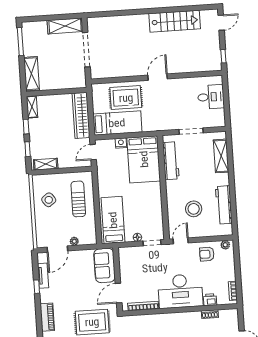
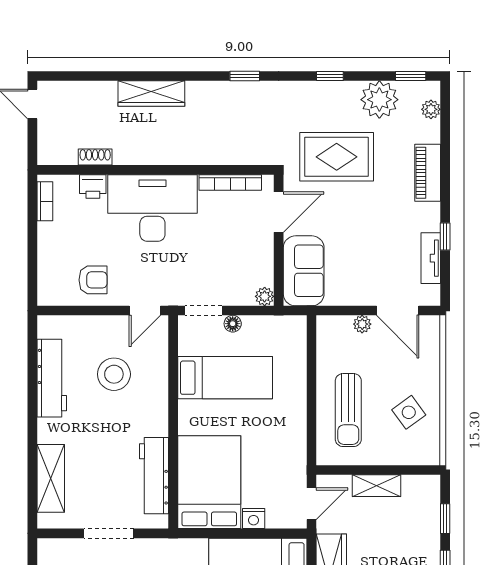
shelving: (46, 164) -> (377, 486), moved
bed: (113, 220) -> (225, 378), moved, turned -90
plant: (225, 245) -> (265, 296), moved
door: (57, 249) -> (398, 311), swing flipped

